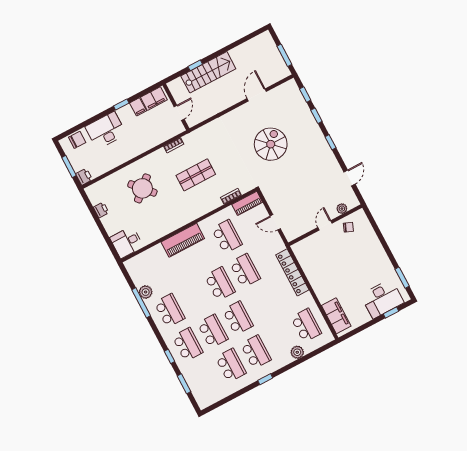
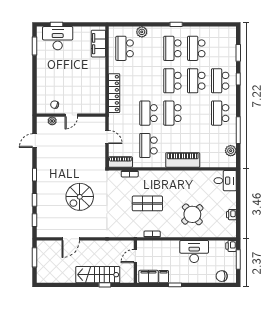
desk: (106, 130) -> (194, 251), moved, turned 180
plant: (146, 292) -> (231, 151), moved

